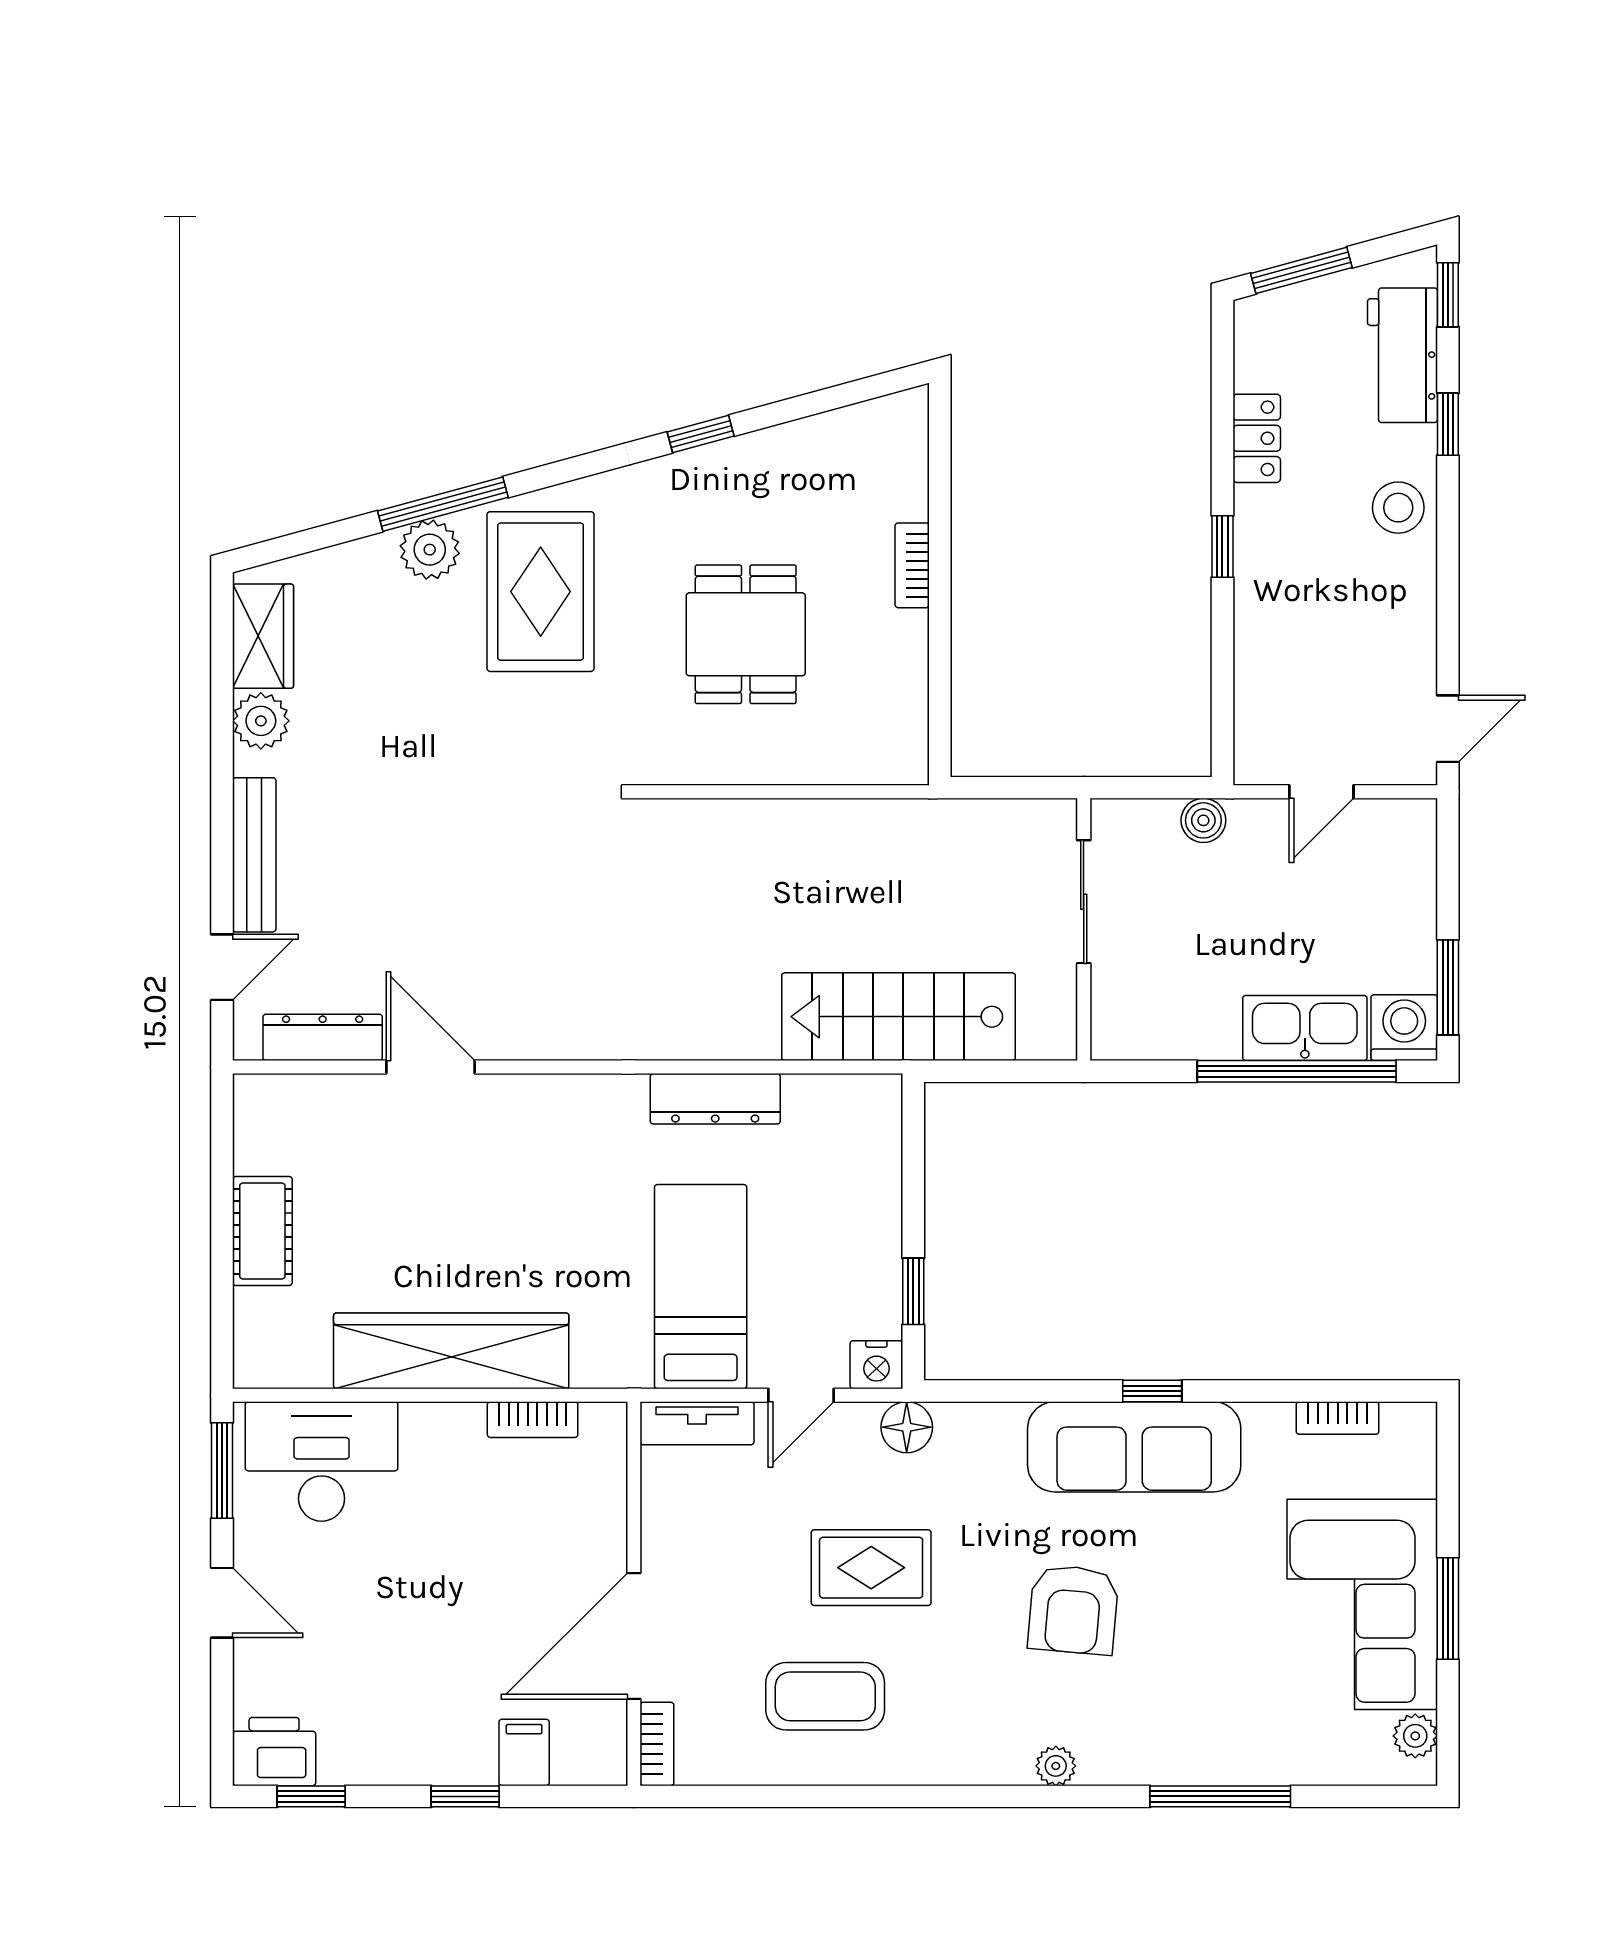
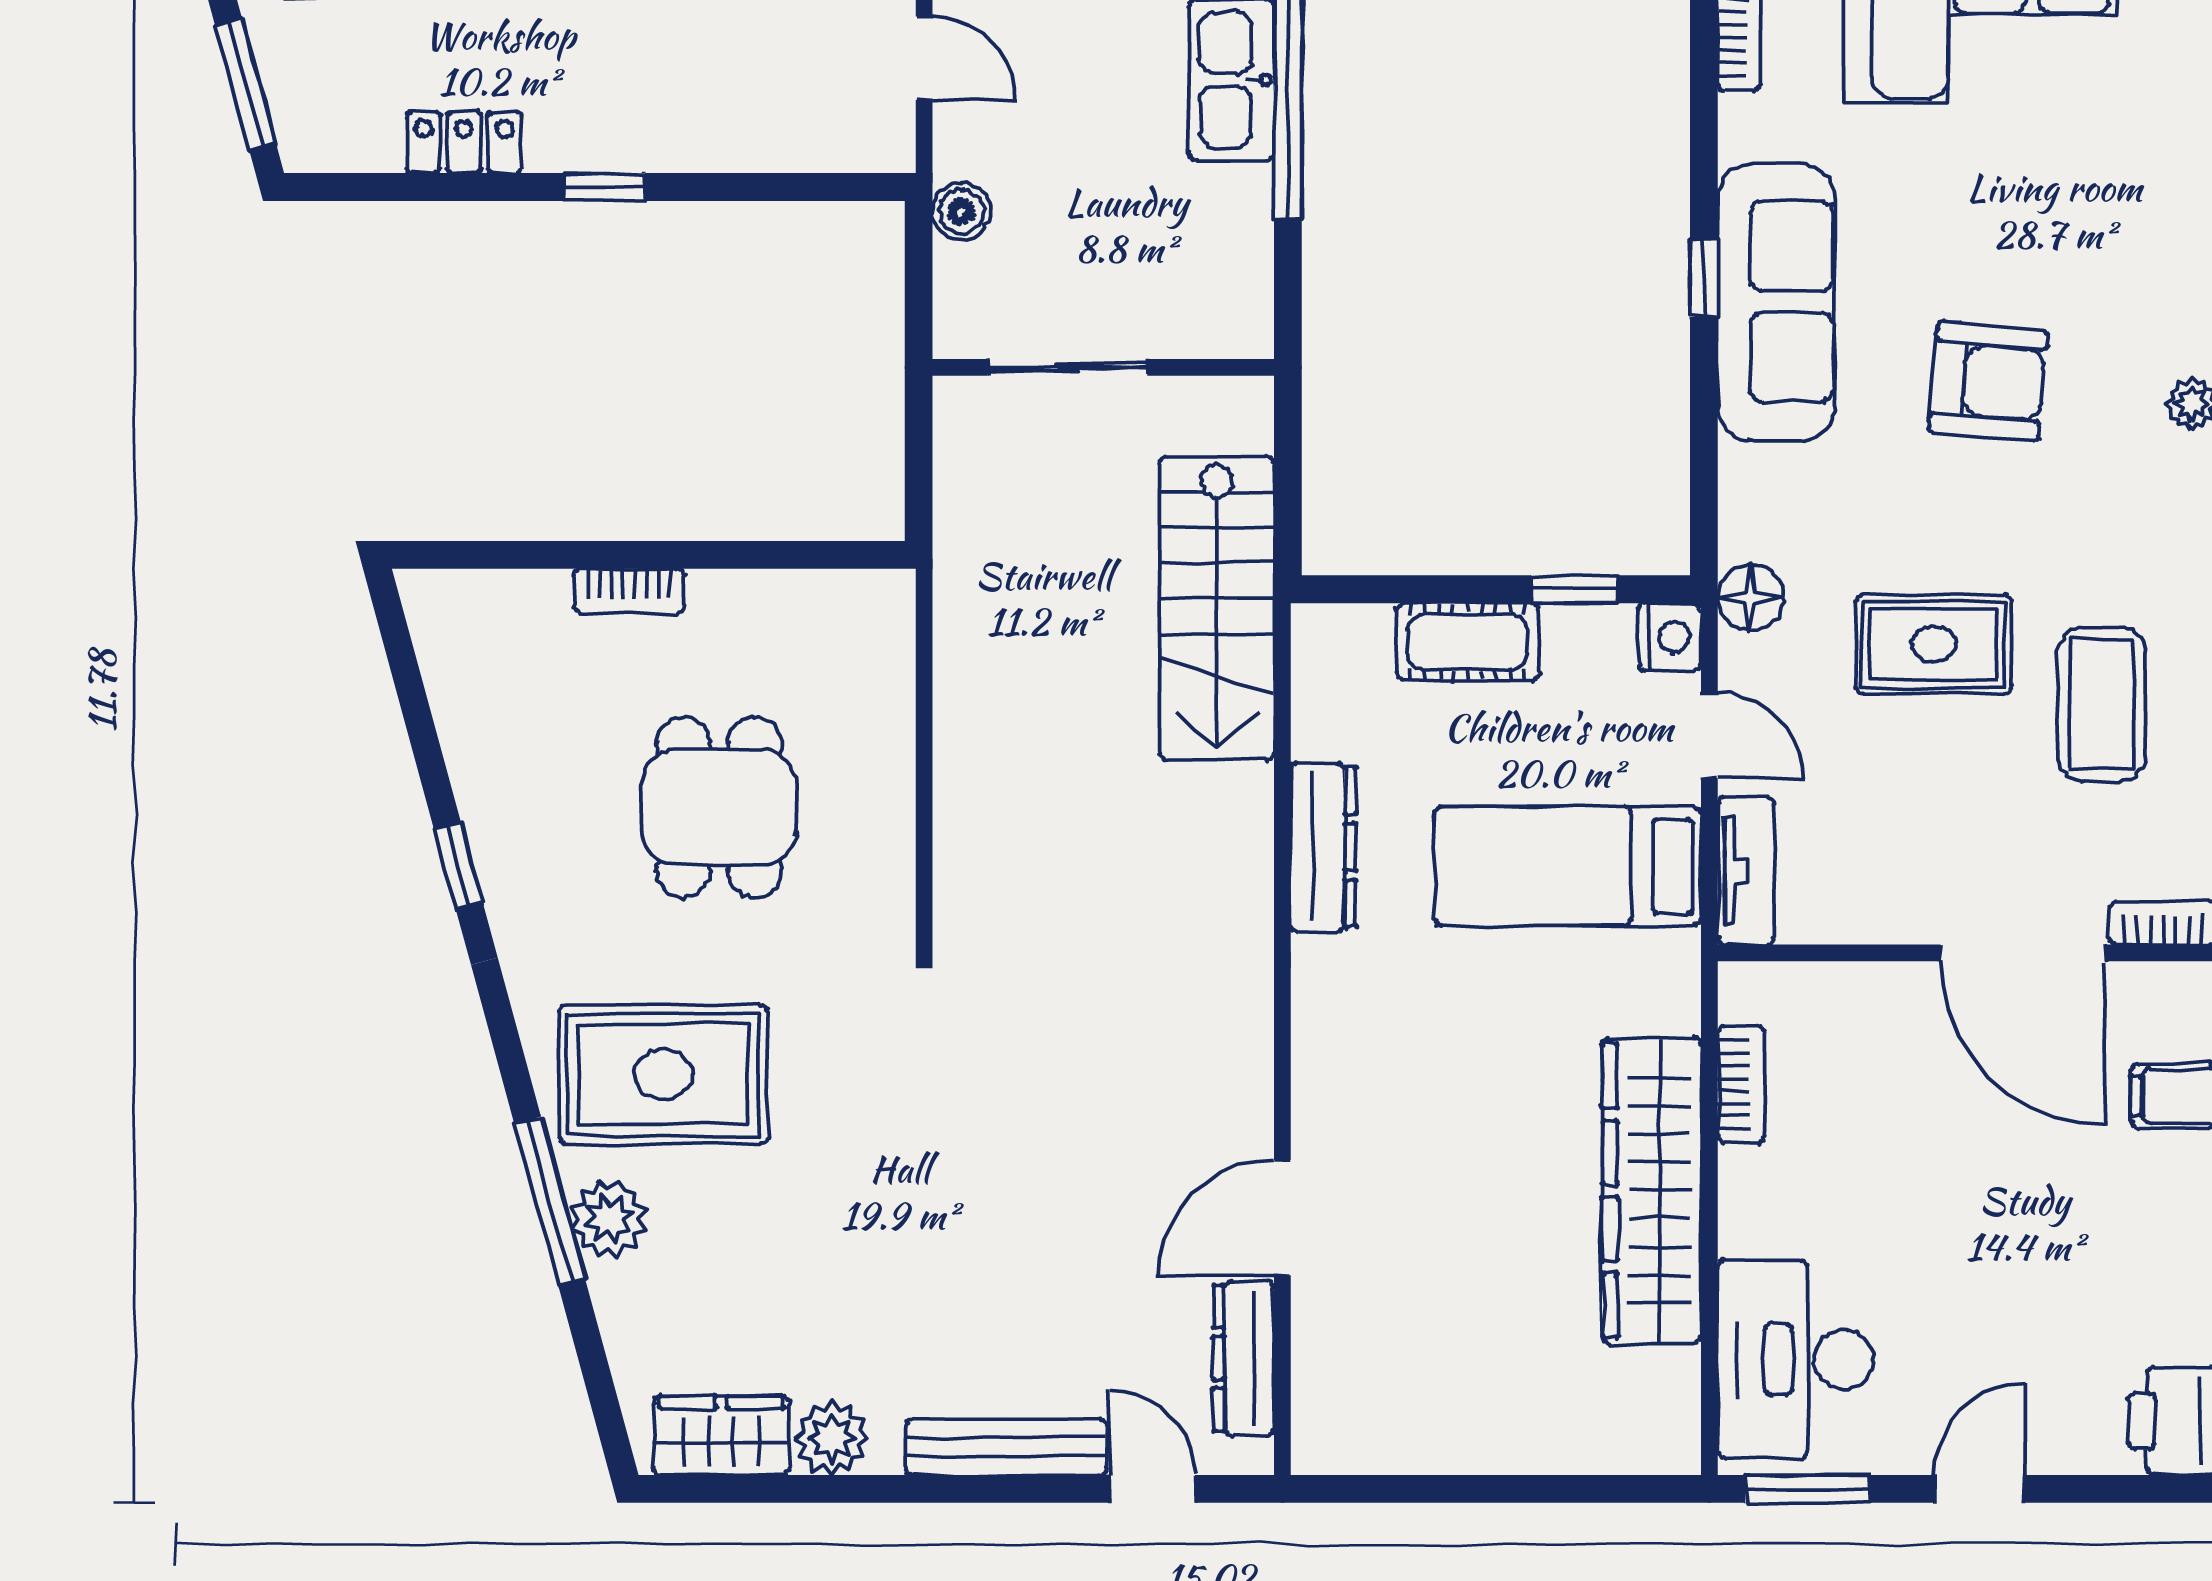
dining table: (746, 634) -> (719, 807), turned 90
cot: (262, 1231) -> (1467, 642), moved
rug: (871, 1568) -> (1934, 644), turned 90

